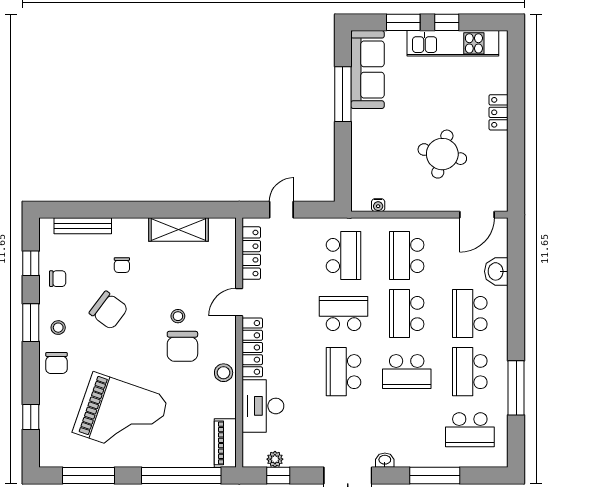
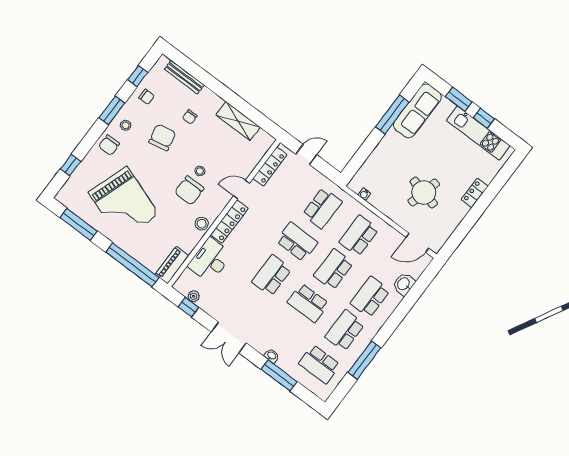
chair: (109, 310) -> (162, 137), turned -139
washbasin: (385, 460) -> (272, 356), moved

